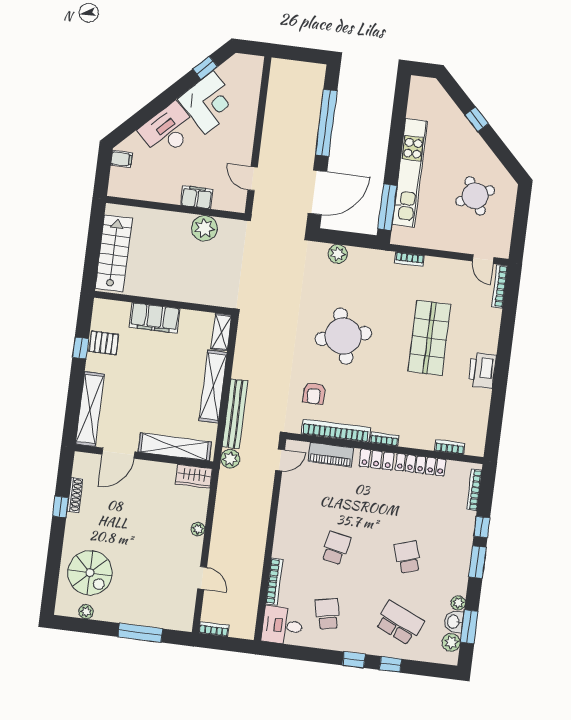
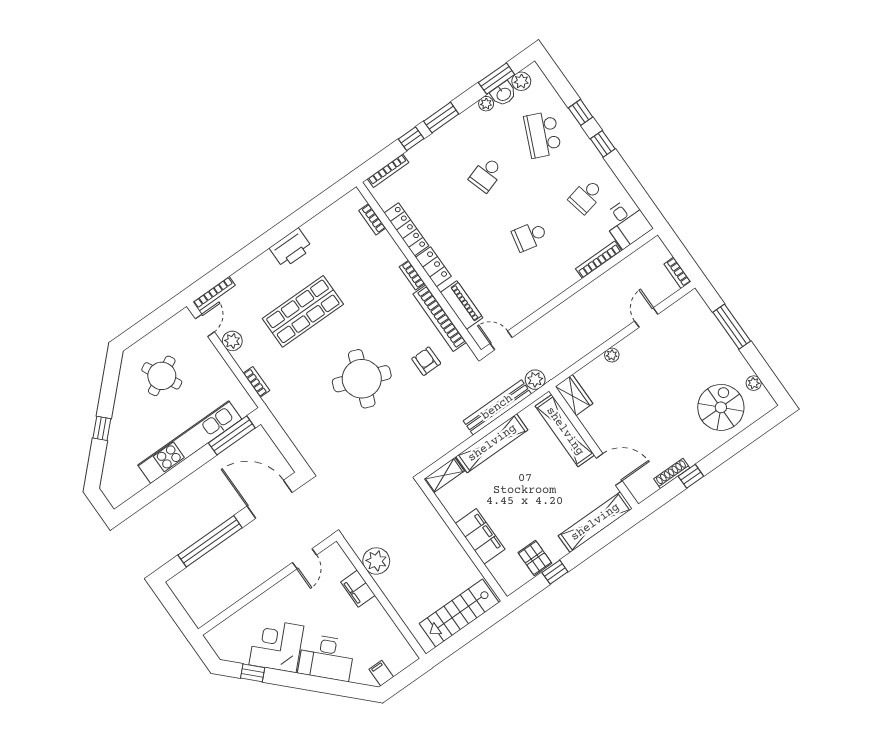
plant: (338, 254) -> (232, 341), moved
round table: (343, 336) -> (362, 379), turned 36
armchair: (314, 393) -> (426, 361), turned -90

